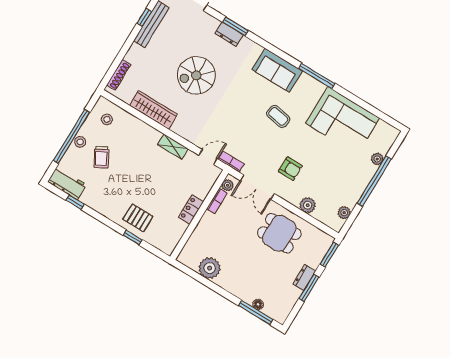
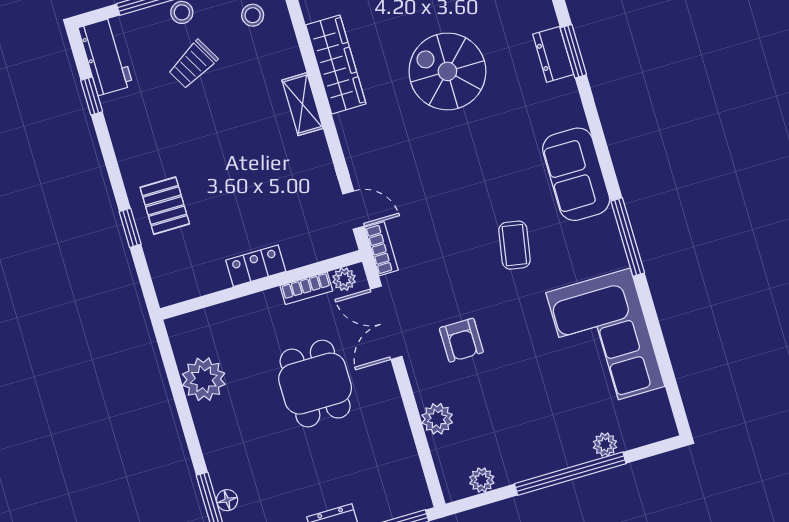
shelving: (173, 147) -> (302, 104), moved
dining table: (279, 233) -> (315, 384), moved

